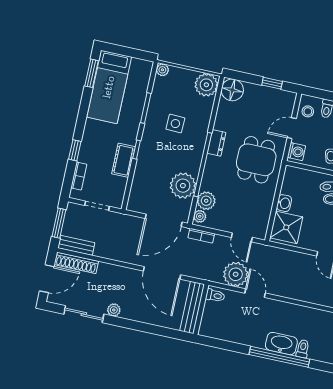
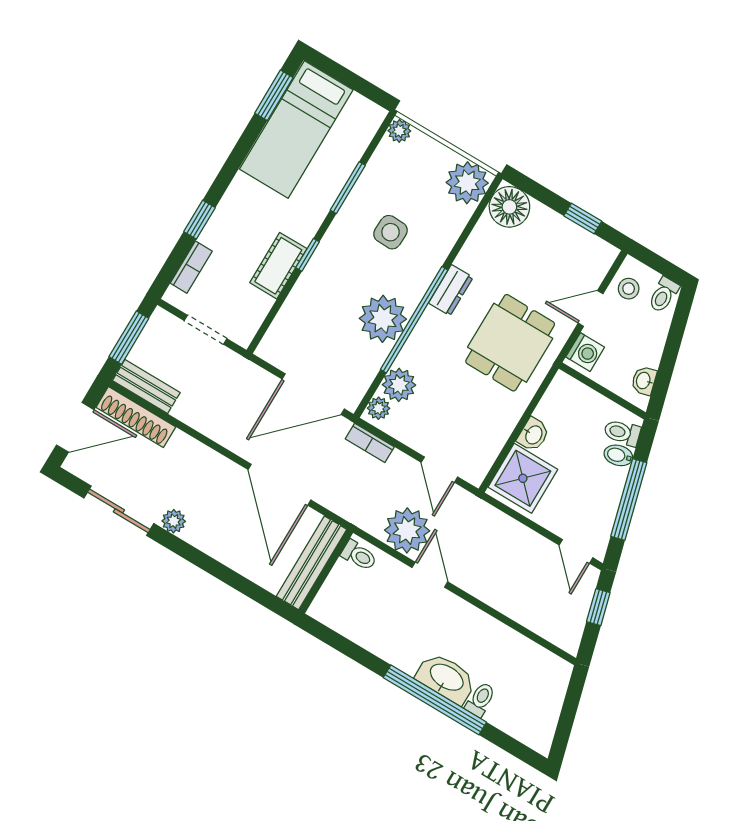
plant: (183, 186) -> (383, 319), moved

